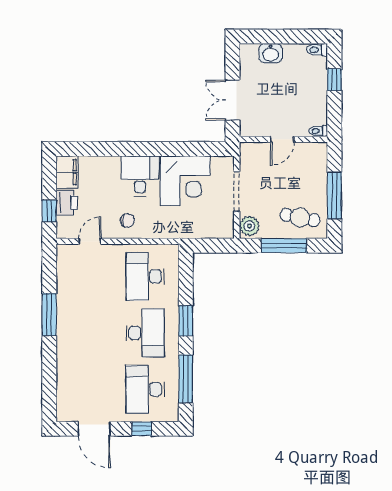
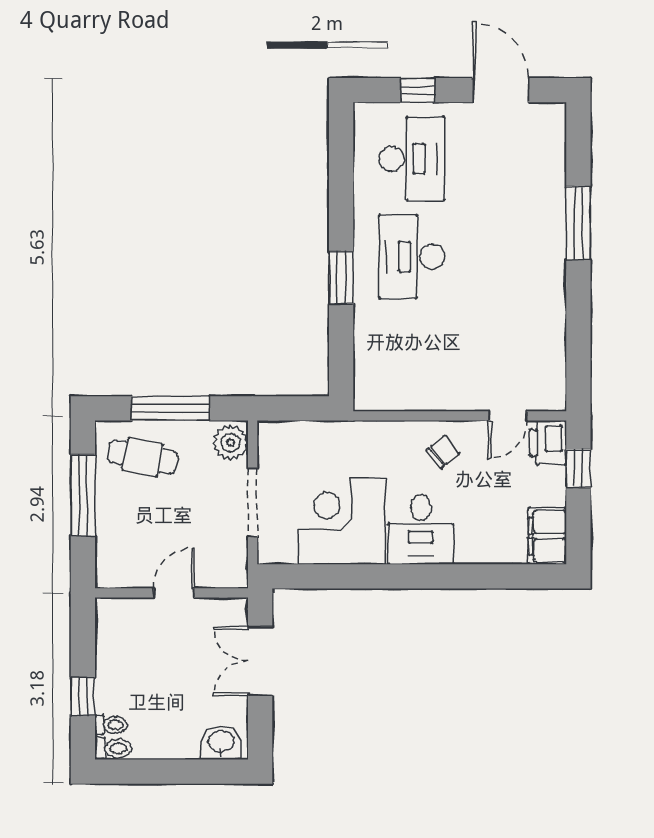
washbasin: (271, 53) -> (221, 743), moved
double door: (232, 100) -> (260, 661), swing flipped
toilet: (318, 131) -> (111, 725), moved
printer: (67, 203) -> (548, 443), moved
chair: (127, 221) -> (443, 452), turned 141
desk: (145, 276) -> (412, 355), removed
window: (49, 315) -> (578, 223), moved
window: (186, 379) -> (341, 177), removed

